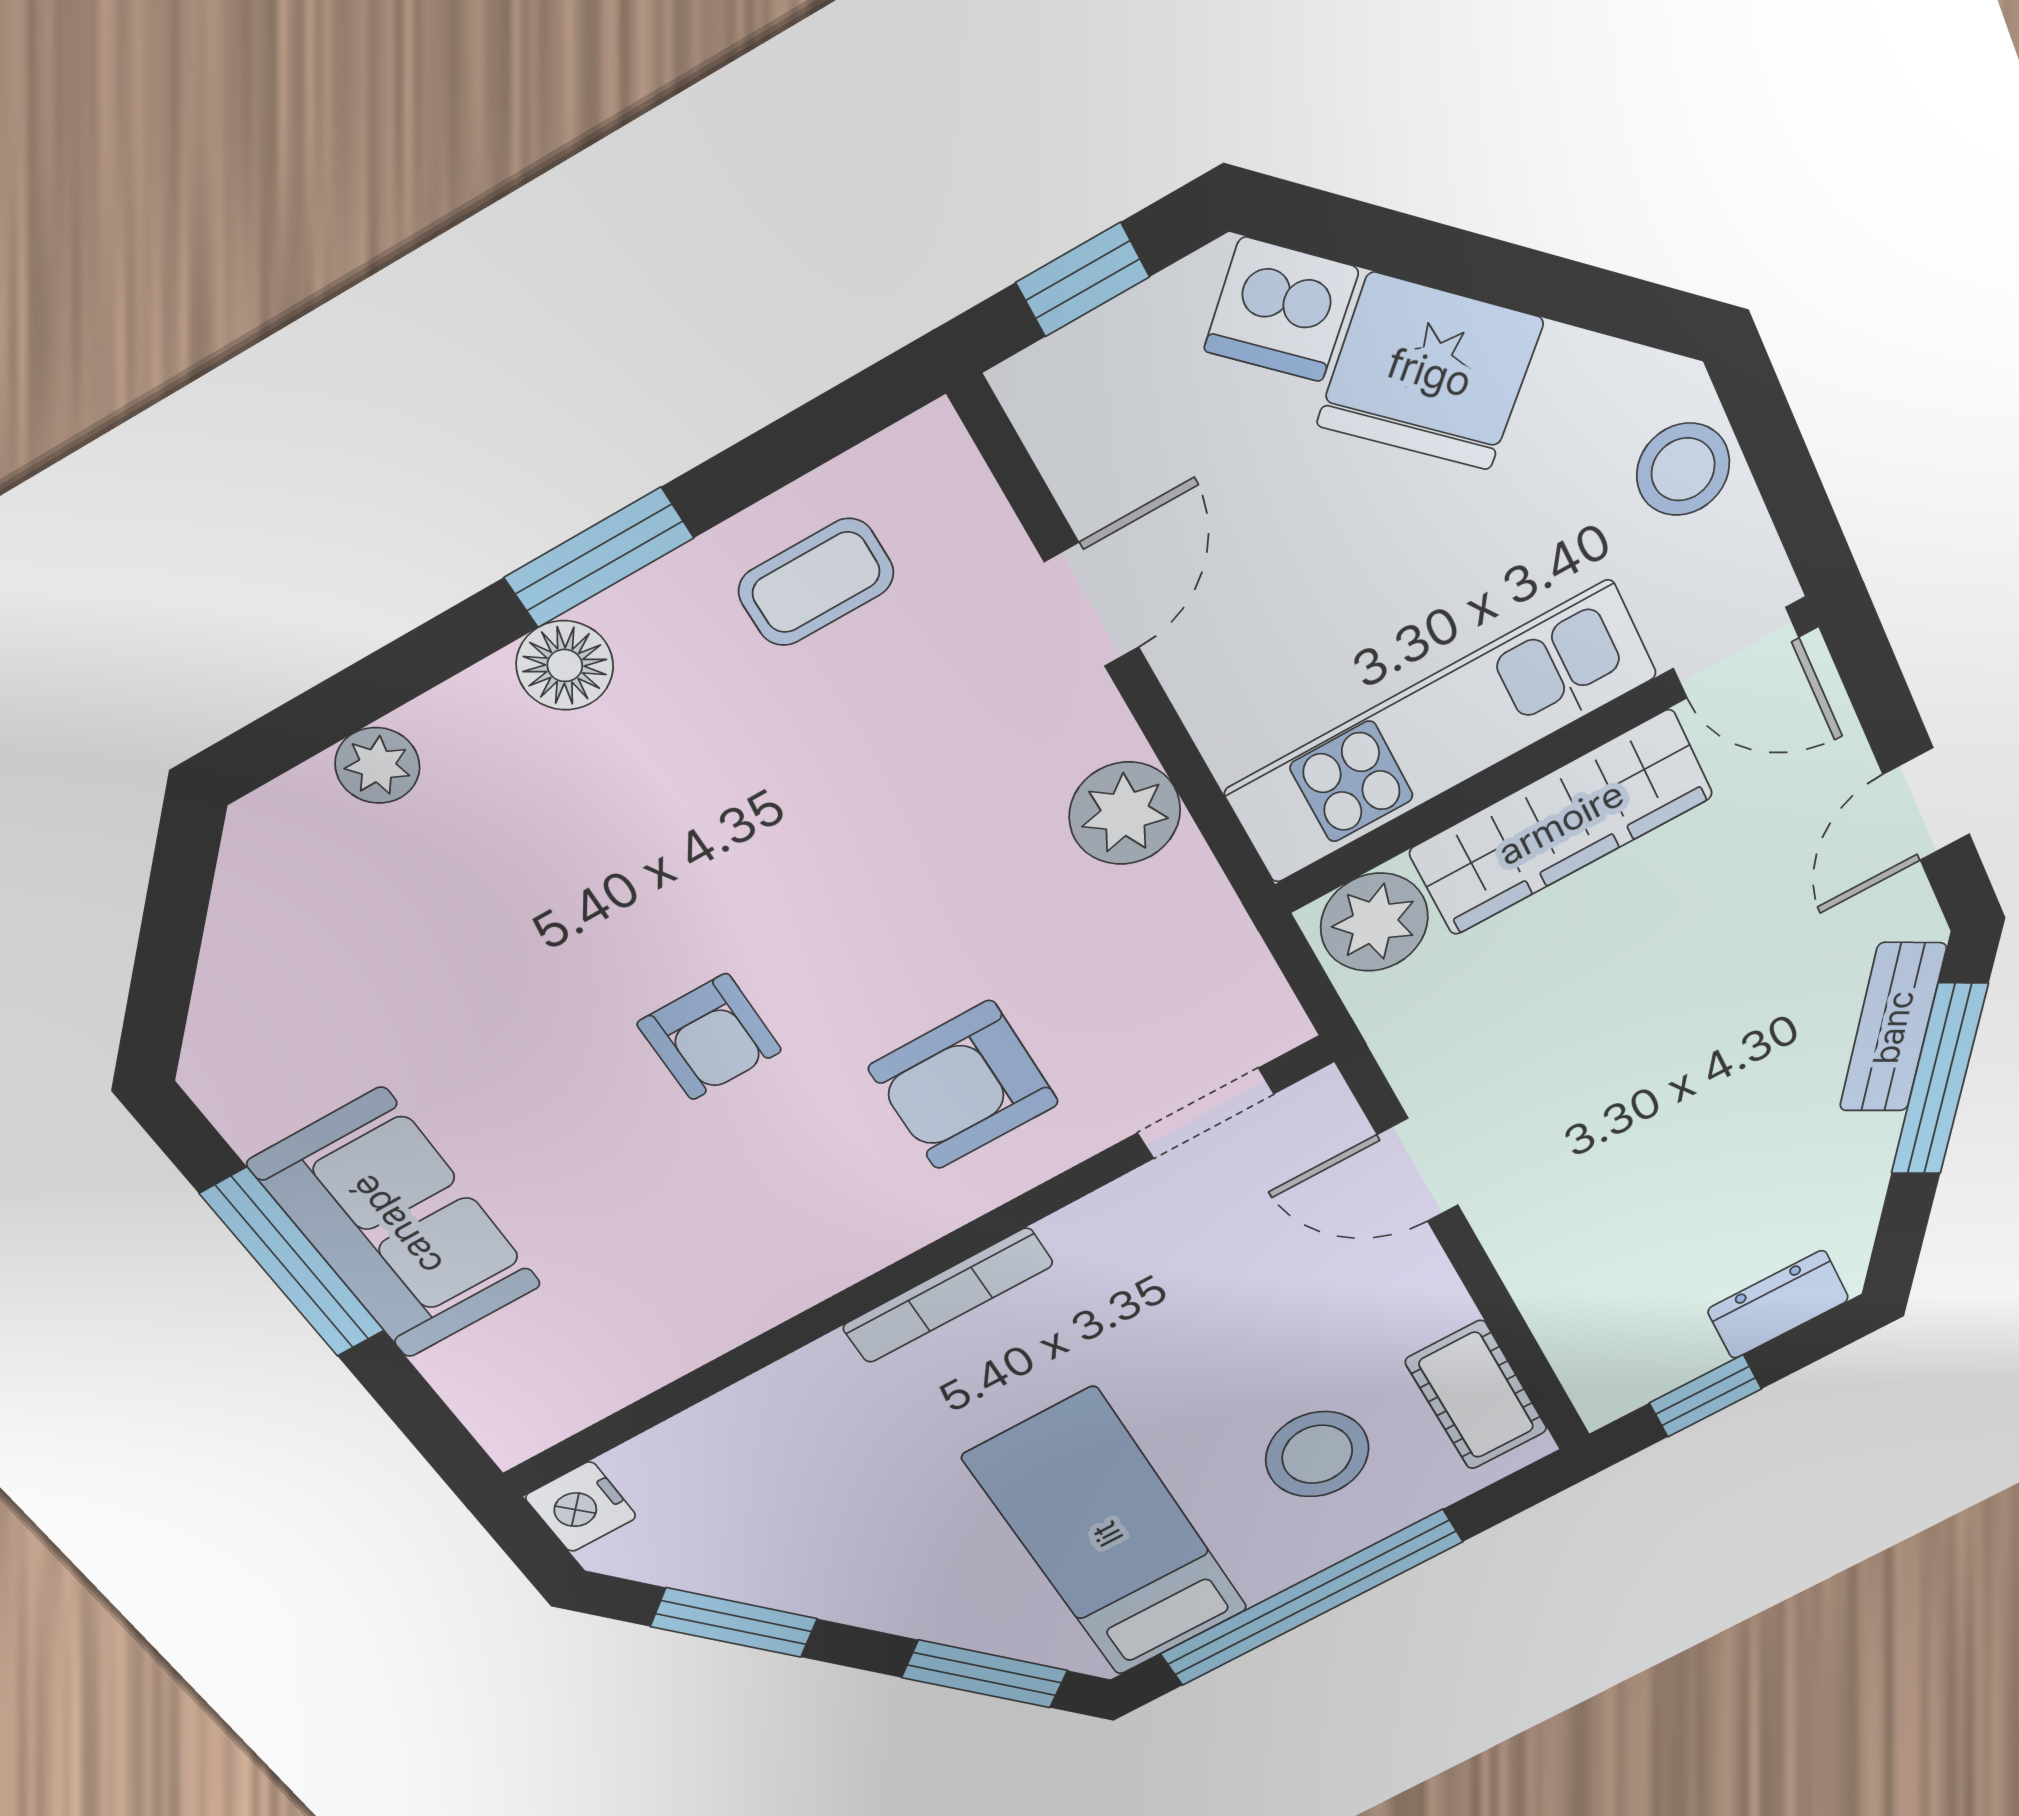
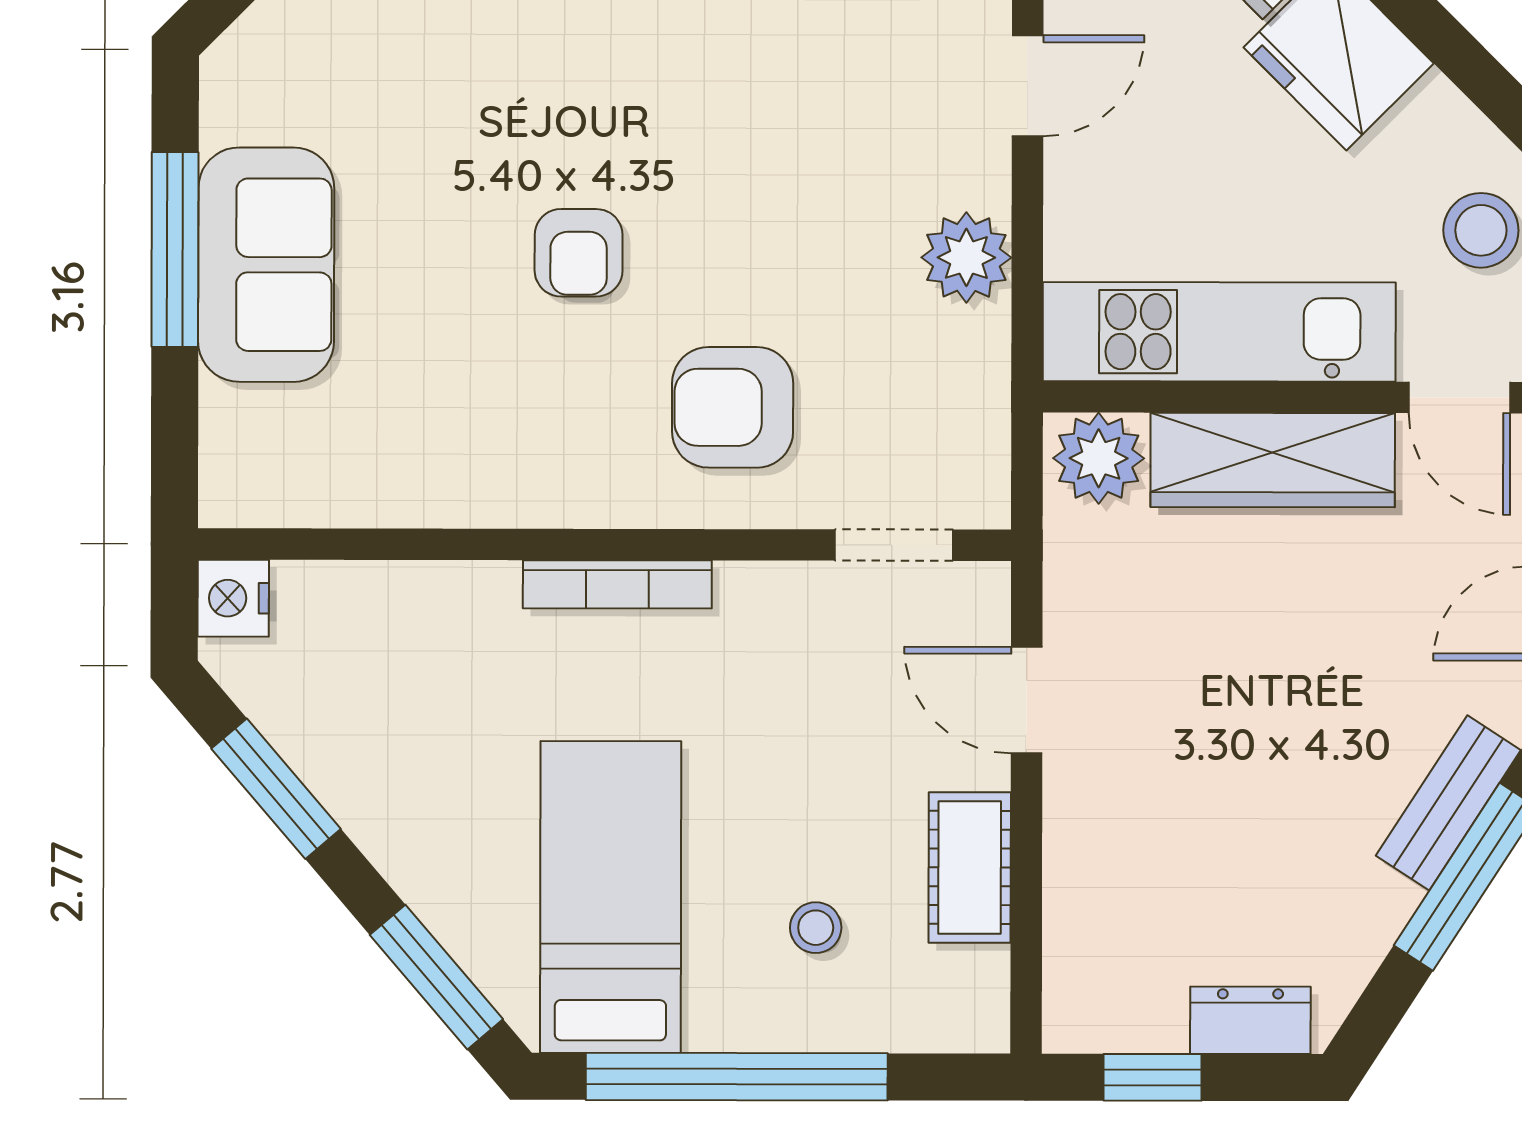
cot: (1476, 1395) -> (970, 868), moved
stool: (1317, 1454) -> (816, 928), width x0.53, depth x0.53

